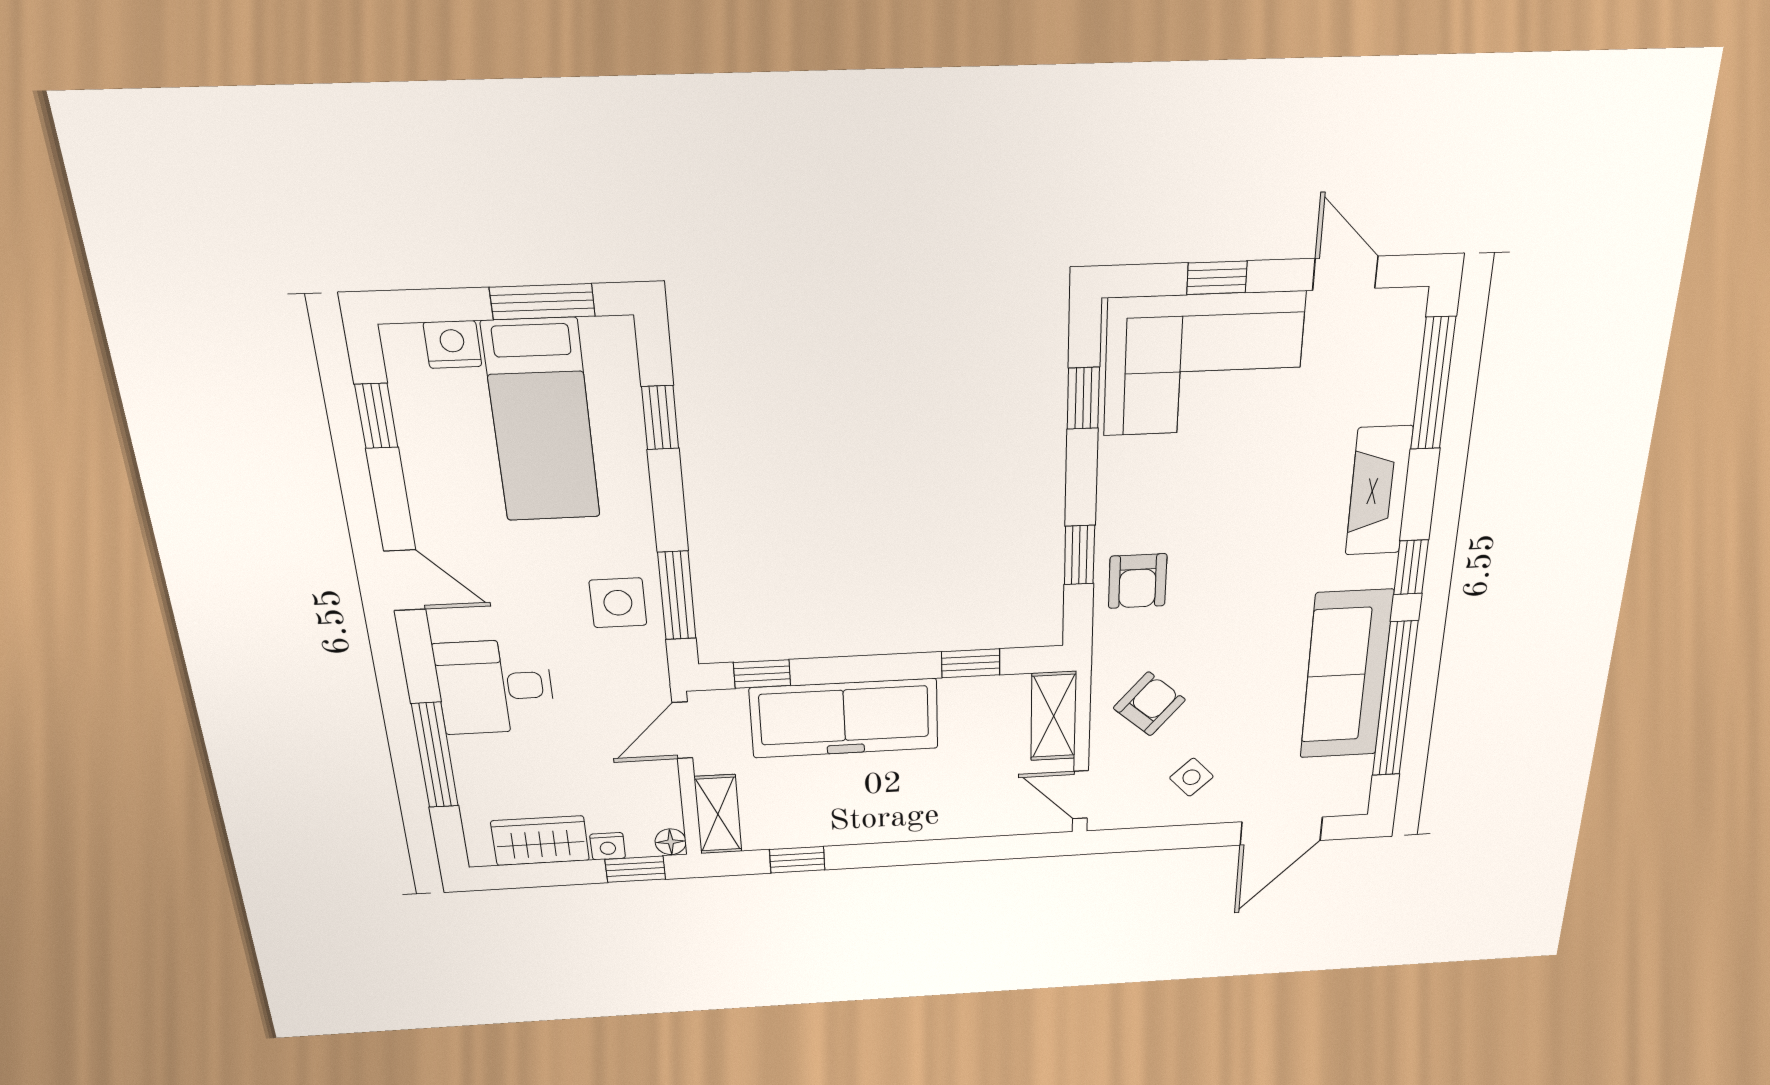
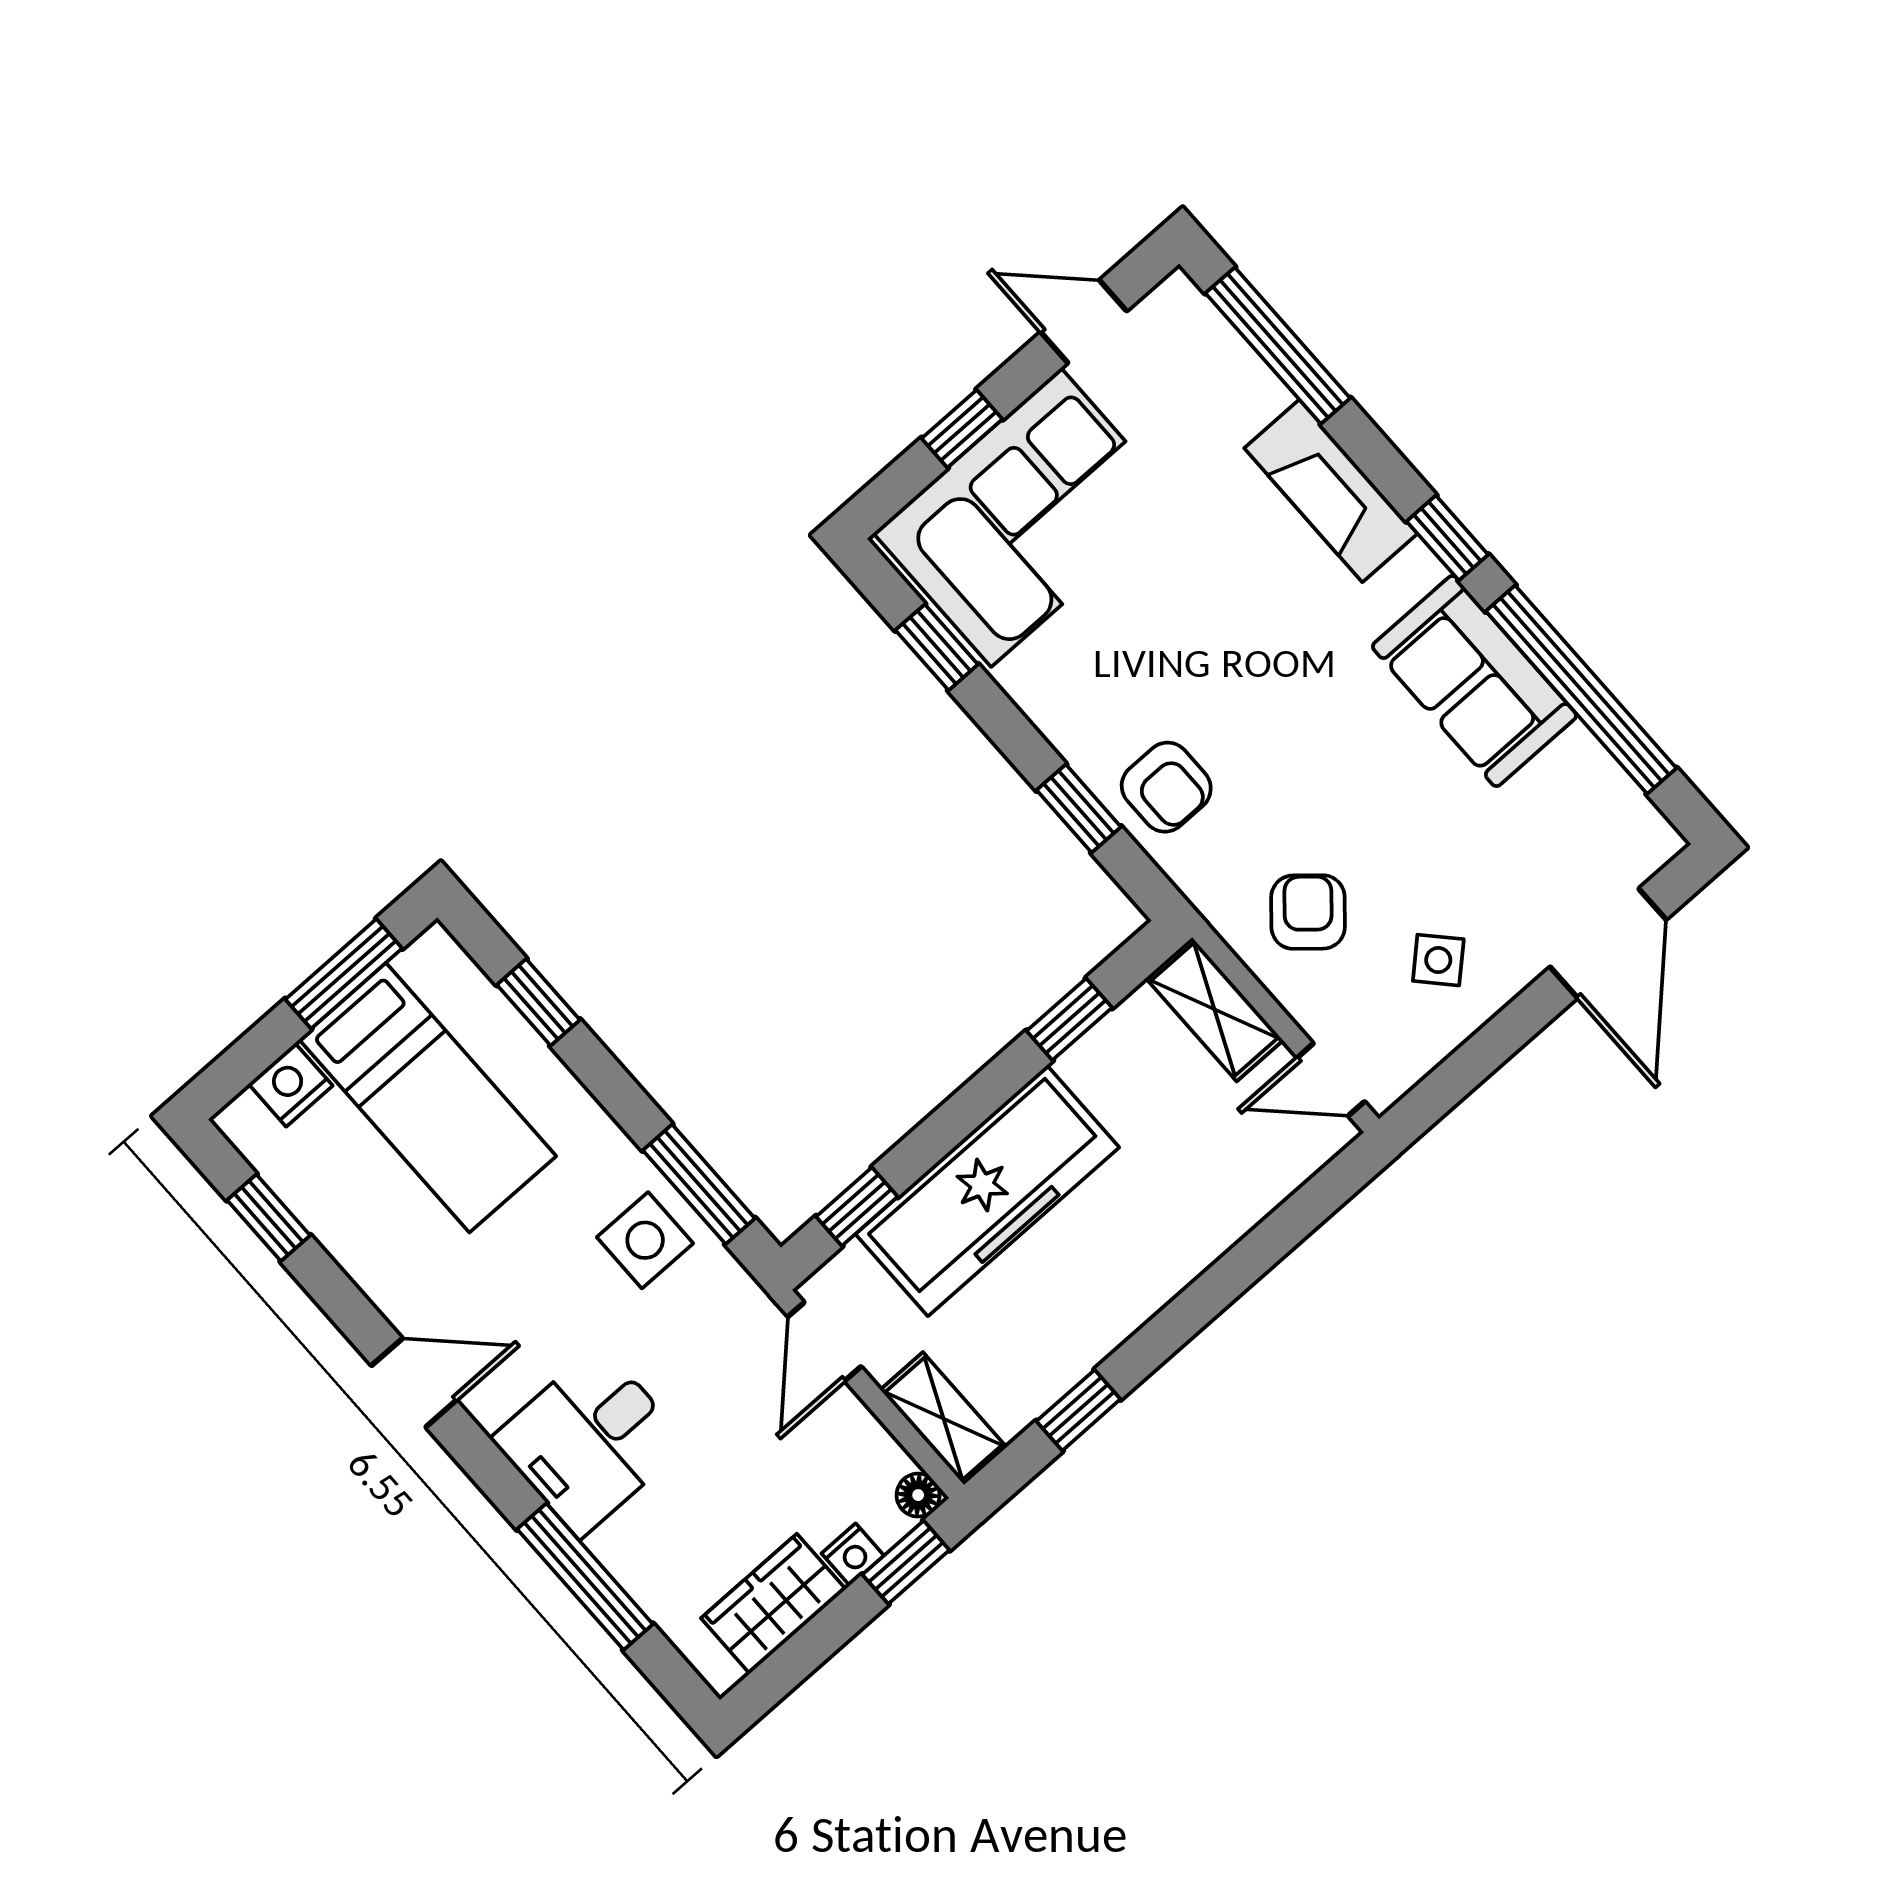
sofa: (1346, 675) -> (1474, 681), width x0.73

